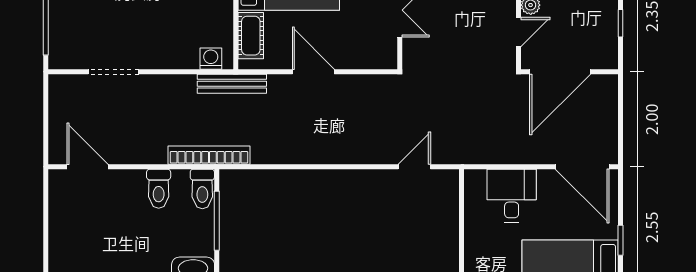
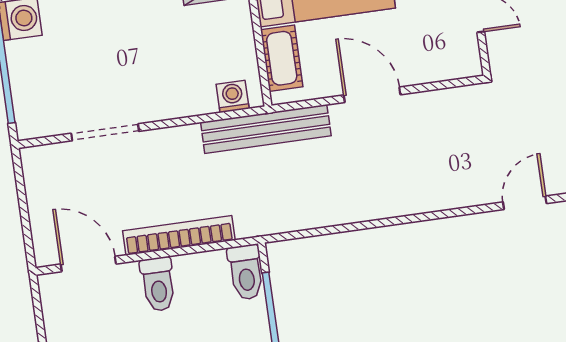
bench: (232, 84) -> (266, 129), width x1.37, depth x1.21
bookcase: (209, 155) -> (179, 235), moved
toilet: (159, 189) -> (158, 284), moved

